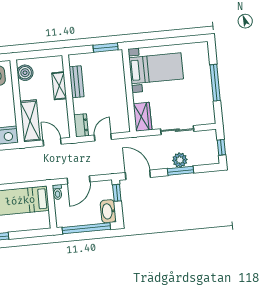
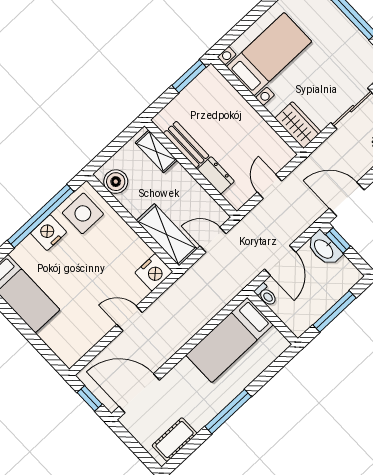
shelving: (59, 86) -> (156, 151), moved
dresser: (81, 125) -> (216, 175), moved
washbasin: (108, 211) -> (324, 249), moved
window: (86, 228) -> (334, 311), width x0.68

